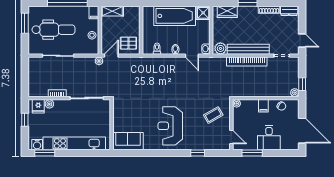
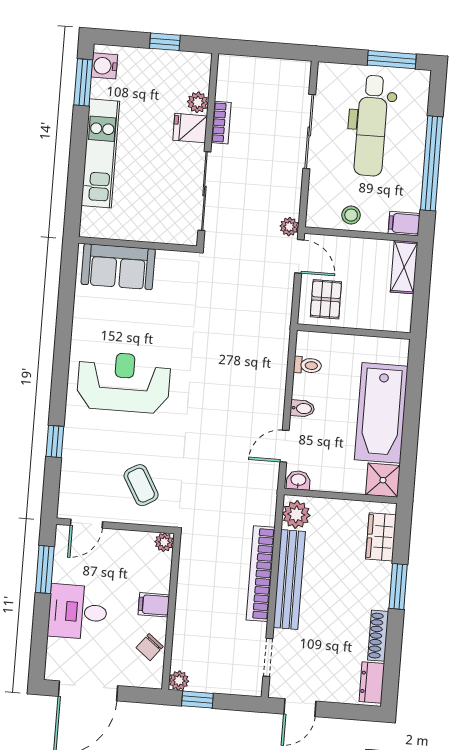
fridge: (38, 106) -> (190, 128), moved
sofa: (128, 141) -> (118, 267), moved, turned 90
kitchen unit: (74, 143) -> (100, 153), width x0.73

